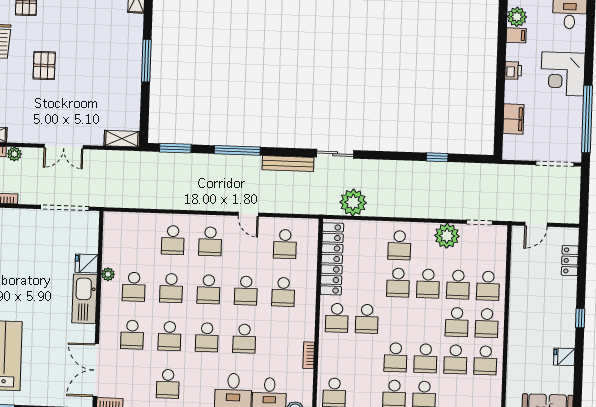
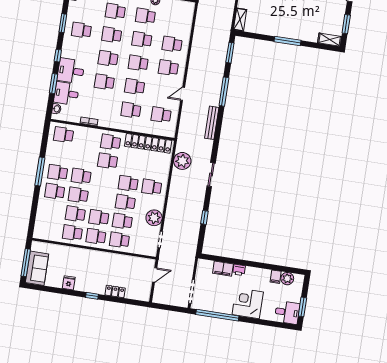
printer: (513, 70) -> (239, 270), moved
sliding door: (335, 154) -> (211, 175), moved
door: (536, 224) -> (155, 275), swing flipped
locker: (570, 261) -> (115, 291), moved

